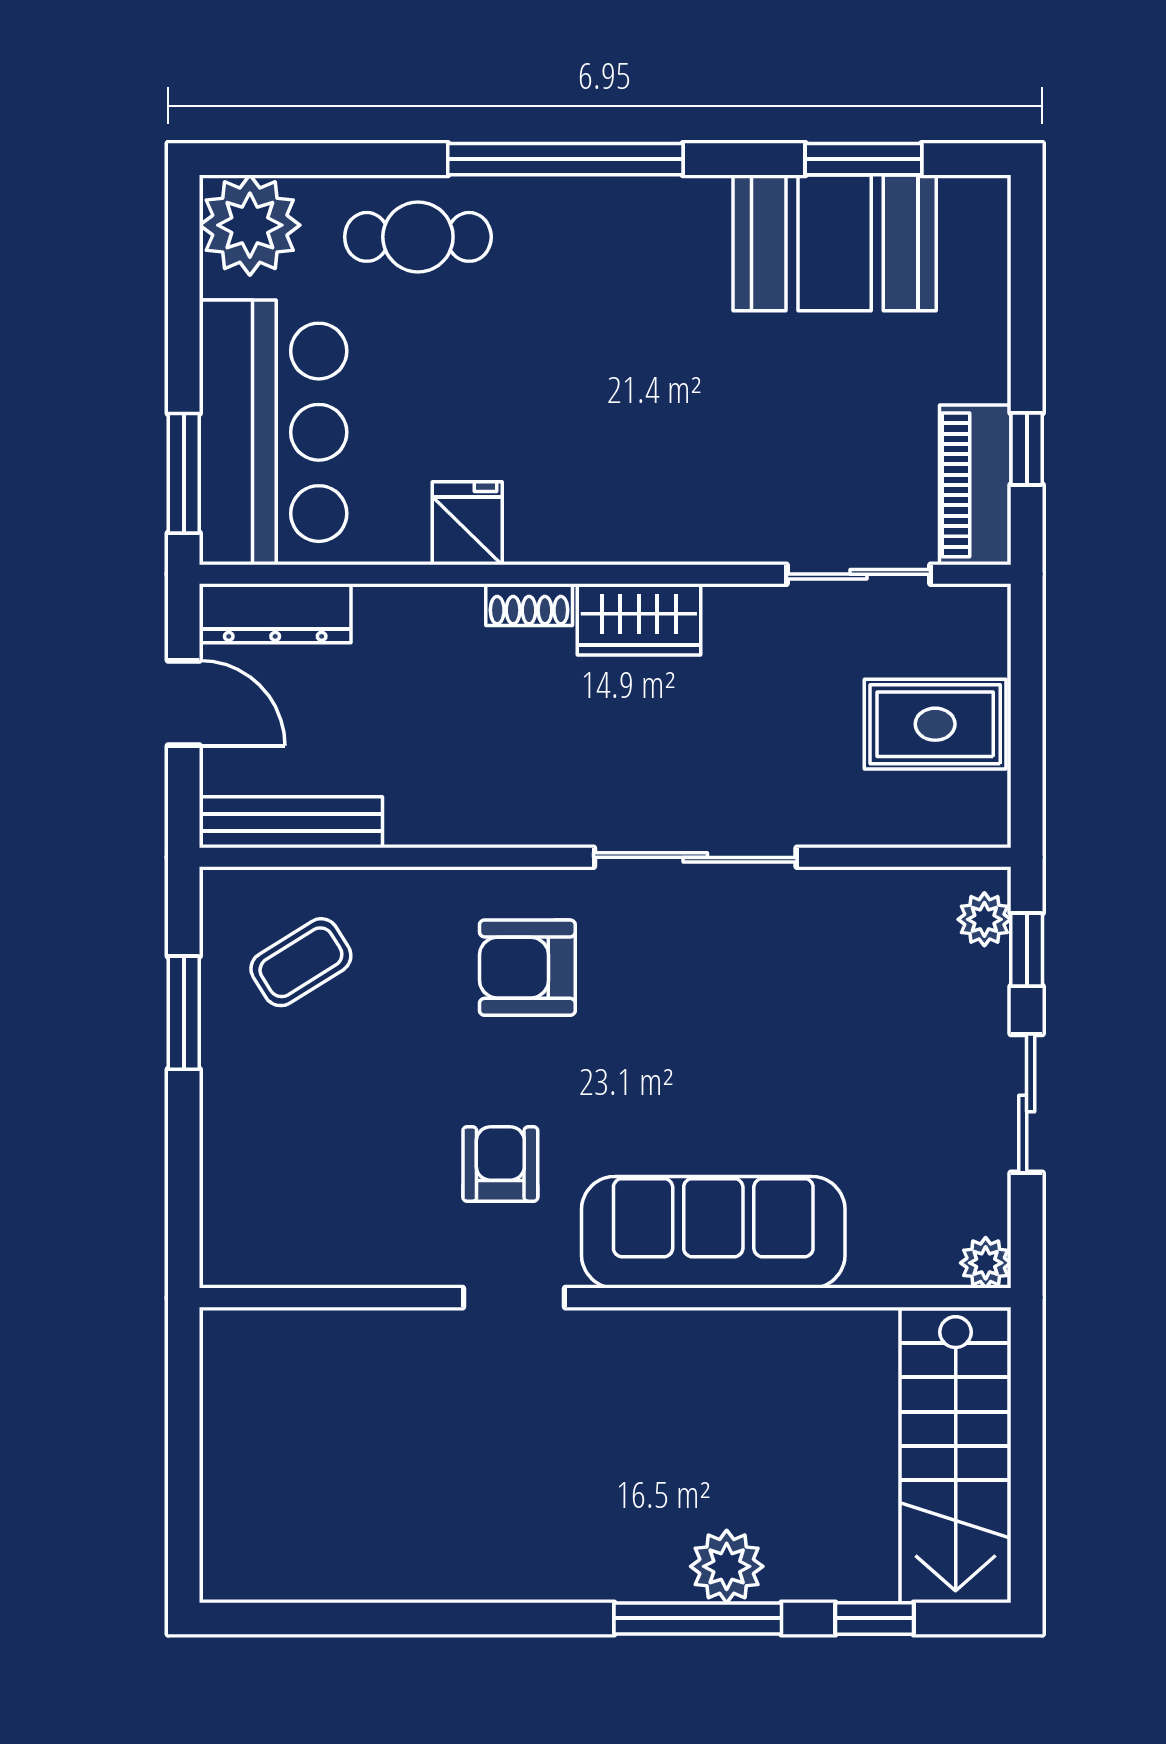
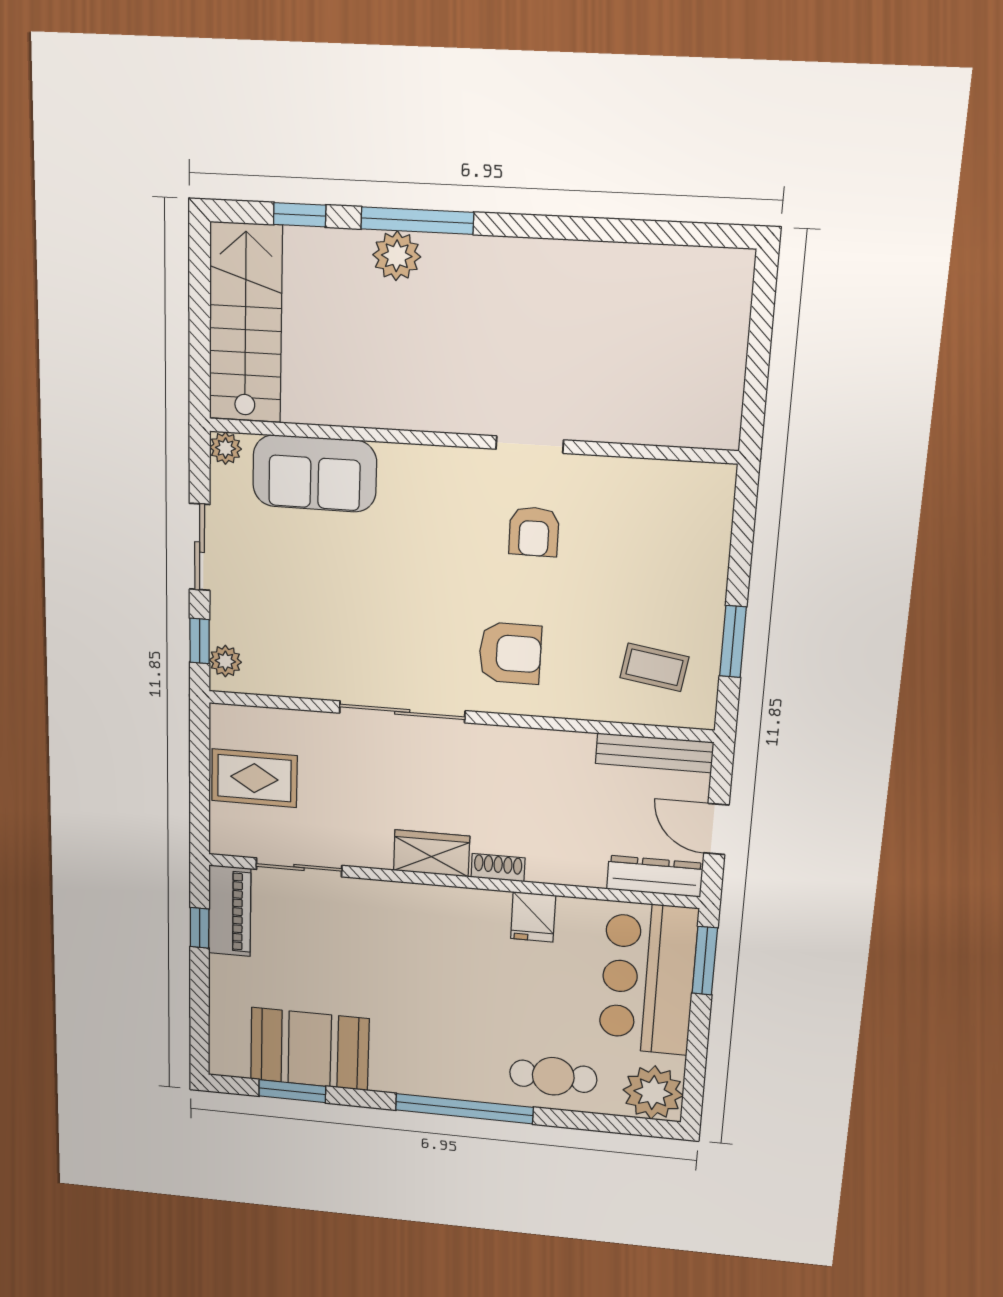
coffee table: (301, 962) -> (654, 667), turned 41
sofa: (713, 1232) -> (315, 473), moved, width x0.73

